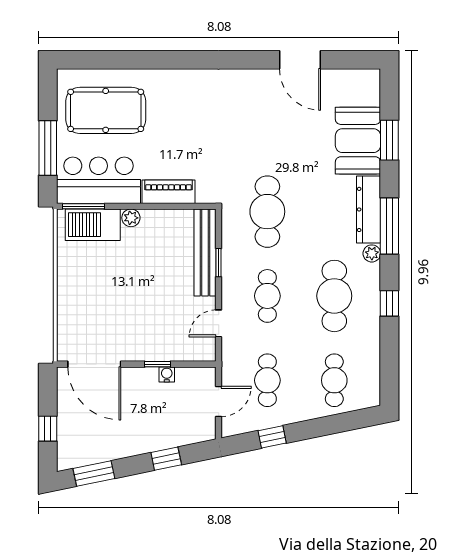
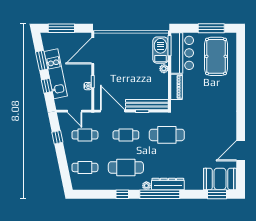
window: (389, 140) -> (217, 194), moved
booth: (358, 141) -> (220, 179), moved
window: (48, 148) -> (211, 28), moved
window: (389, 226) -> (160, 194), width x1.46
door: (219, 323) -> (113, 111), width x1.87
window: (48, 429) -> (61, 28), width x2.17
kitchen unit: (141, 440) -> (56, 74), added
window: (94, 473) -> (42, 61), moved

